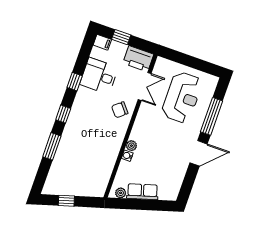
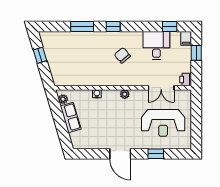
printer: (138, 59) -> (186, 79), width x0.53, depth x0.68
window: (75, 82) -> (170, 26), moved
chair: (120, 110) -> (122, 55), moved
window: (212, 116) -> (156, 154), width x0.46
plant: (131, 146) -> (125, 94), moved

